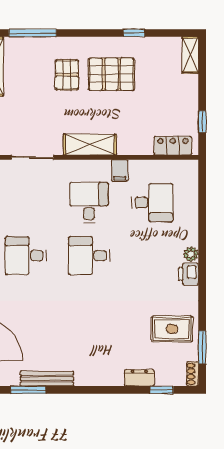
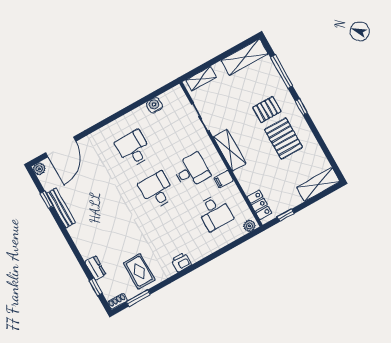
window: (134, 33) -> (301, 107), moved
shelving: (190, 55) -> (318, 184), width x1.50, depth x1.33
plant: (191, 254) -> (249, 226), moved
window: (28, 390) -> (47, 200), width x0.67

